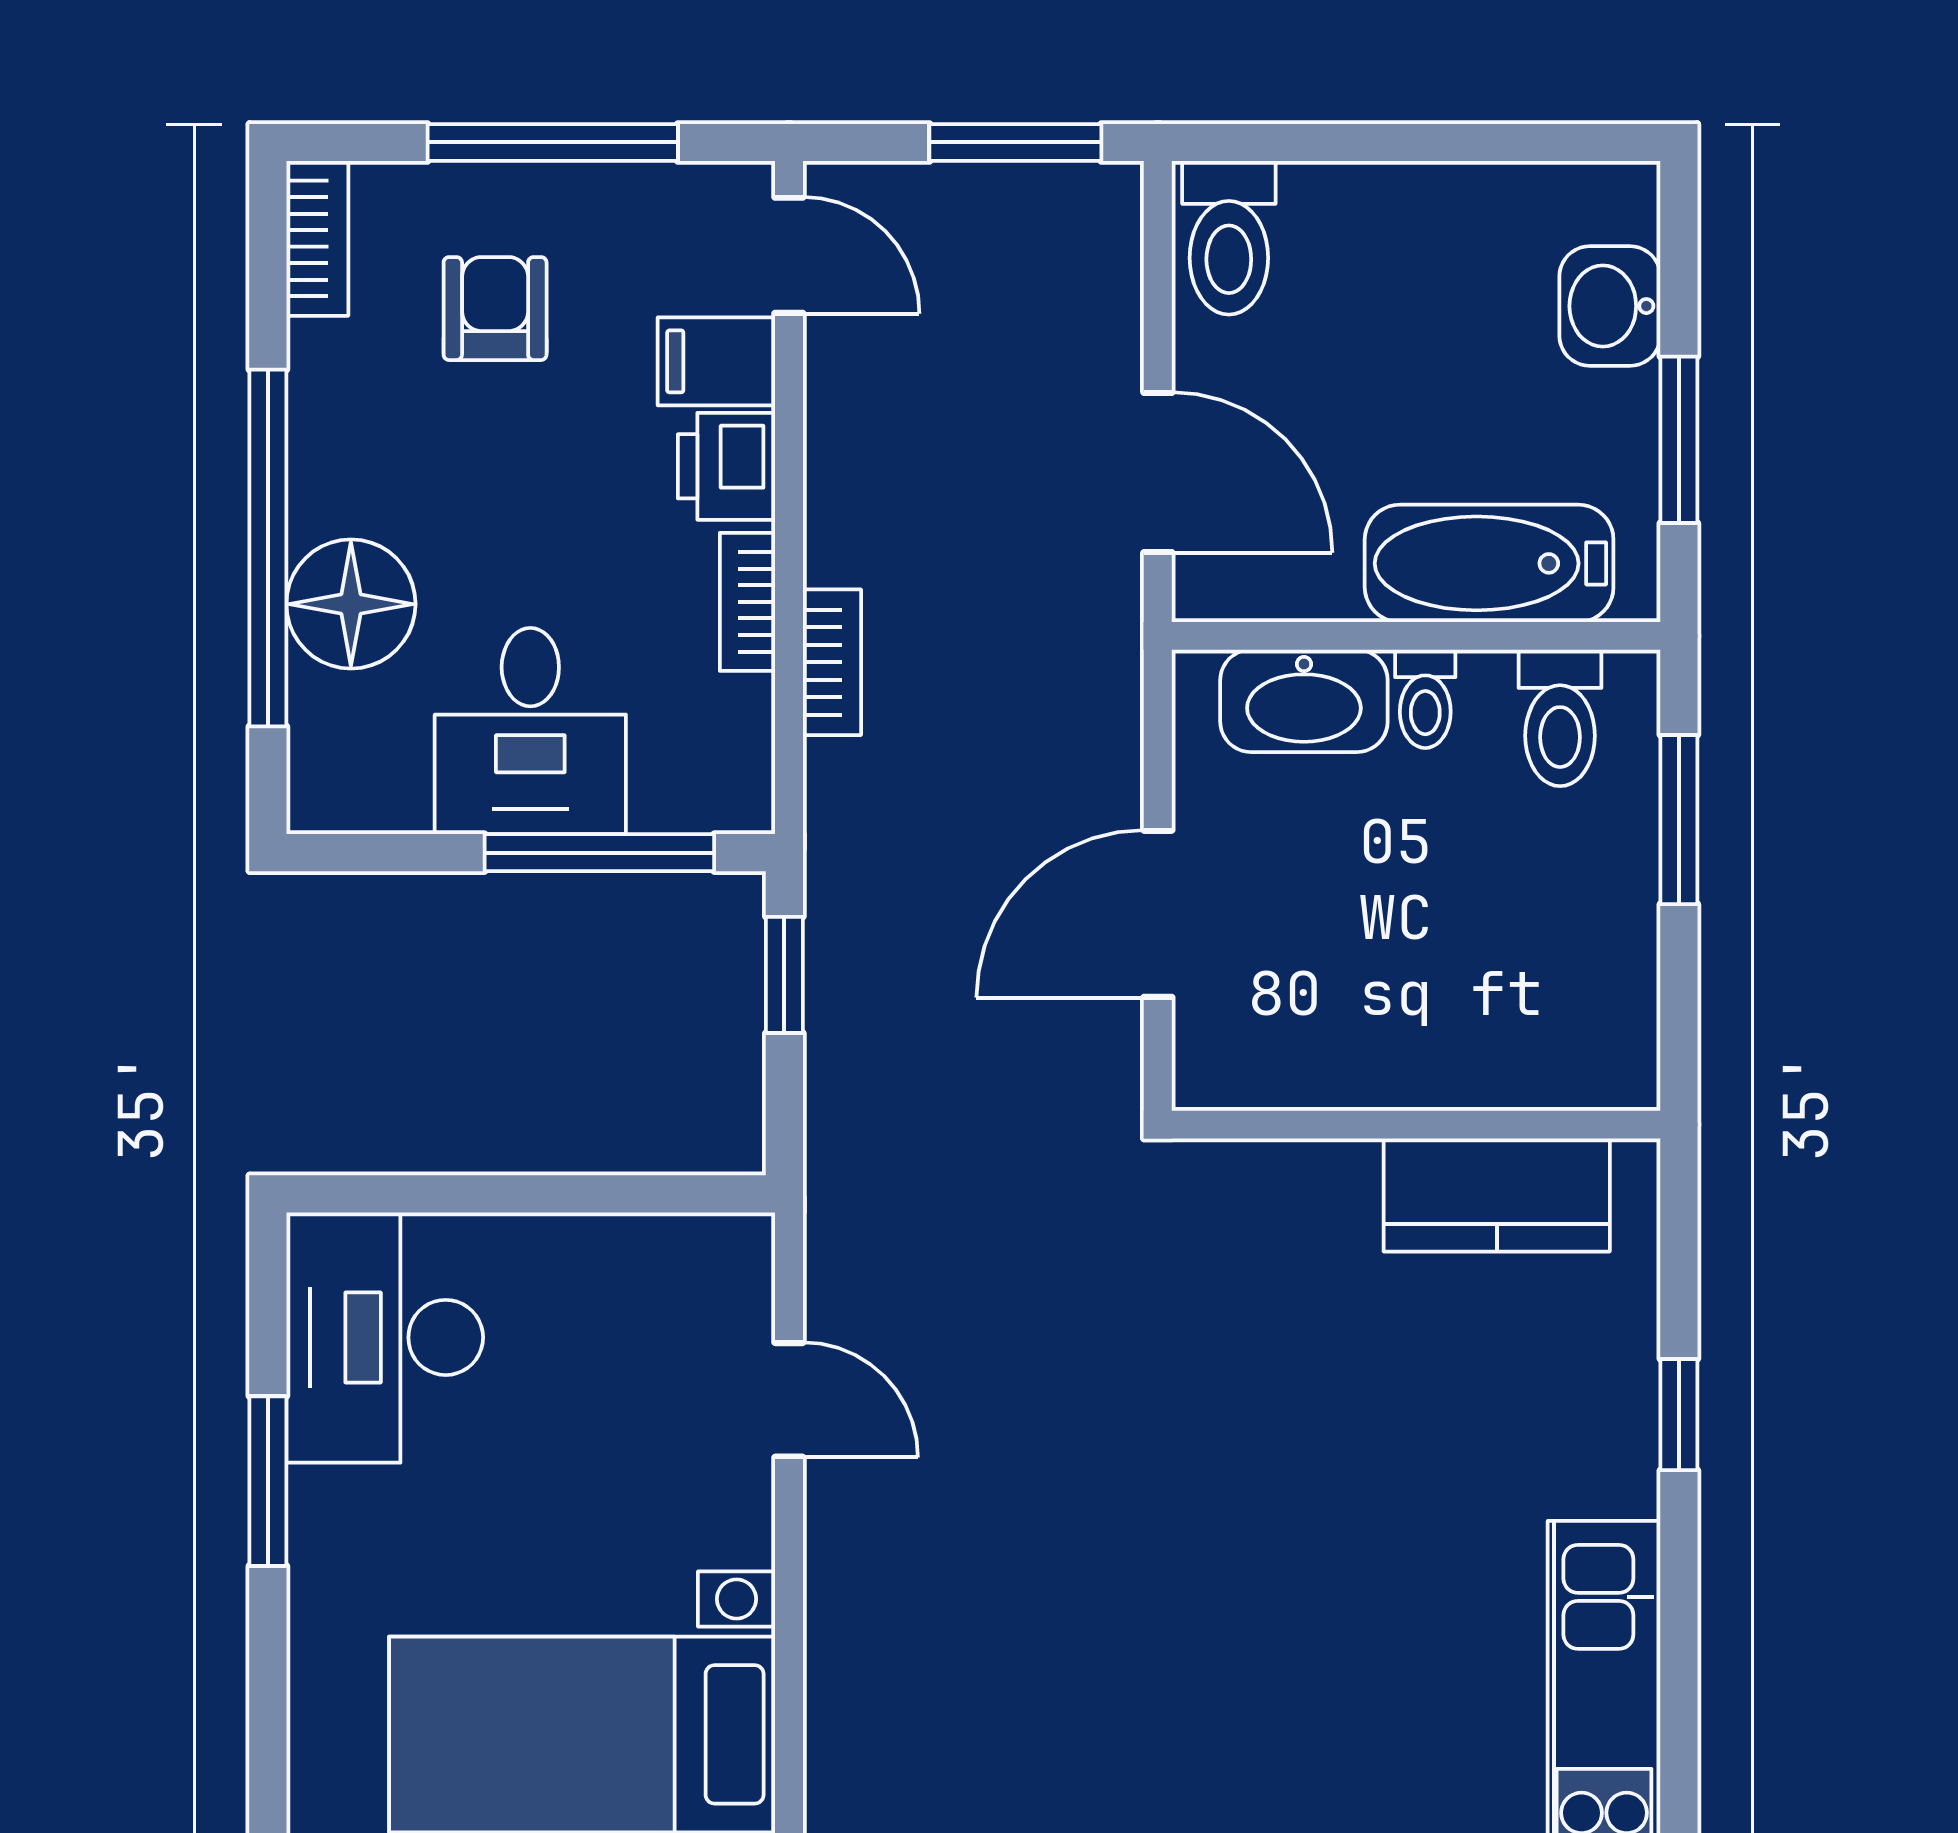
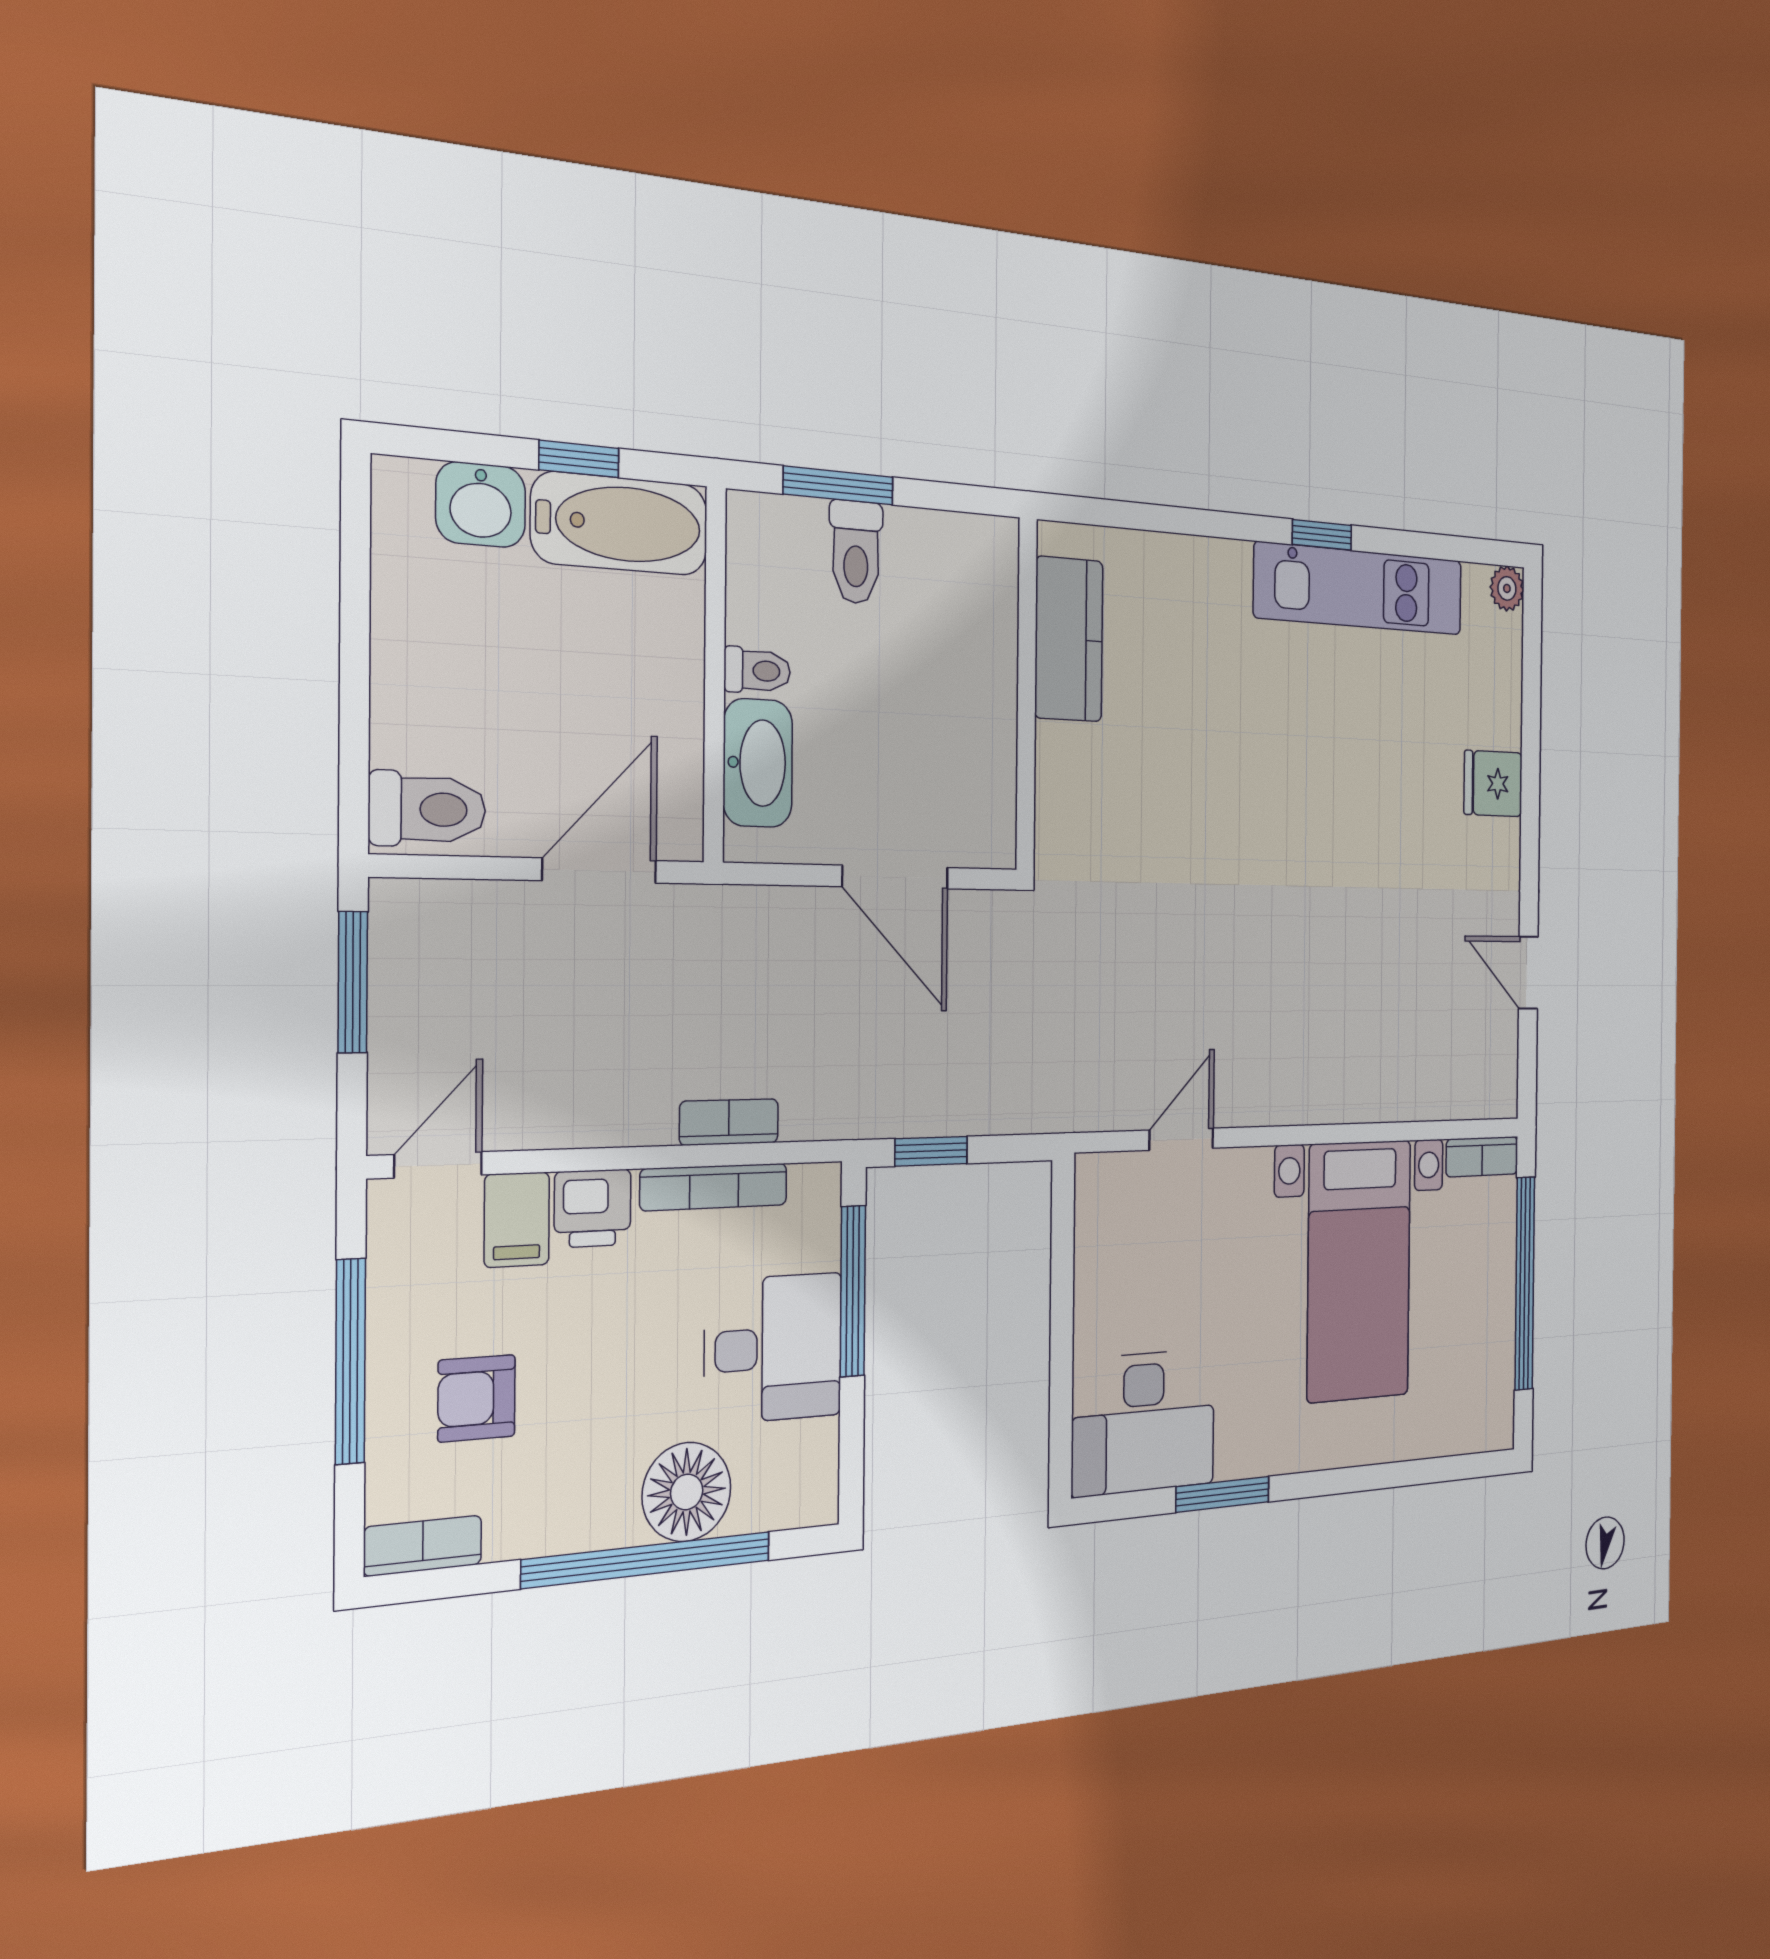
window: (1679, 440) -> (579, 459), width x0.67
bathtub: (1489, 563) -> (620, 524), moved, turned -90
bookcase: (747, 602) -> (714, 1187), width x1.56
toilet: (1560, 718) -> (856, 552), moved, turned 90
window: (1679, 1415) -> (1322, 535), moved

